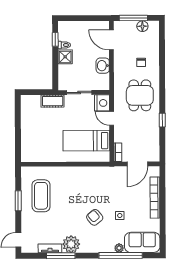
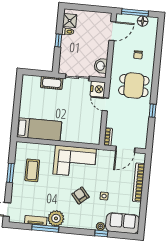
window: (55, 39) -> (58, 41), moved
door: (111, 40) -> (112, 31), swing flipped
shower: (65, 57) -> (70, 21), moved
washbasin: (103, 66) -> (101, 66), moved
dining table: (140, 95) -> (134, 86), turned 90
bed: (86, 141) -> (39, 129), moved, turned 180
corner sofa: (85, 182) -> (75, 161), added
coffee table: (41, 196) -> (32, 170), width x0.73, depth x0.76
window: (121, 255) -> (101, 233), width x0.32

